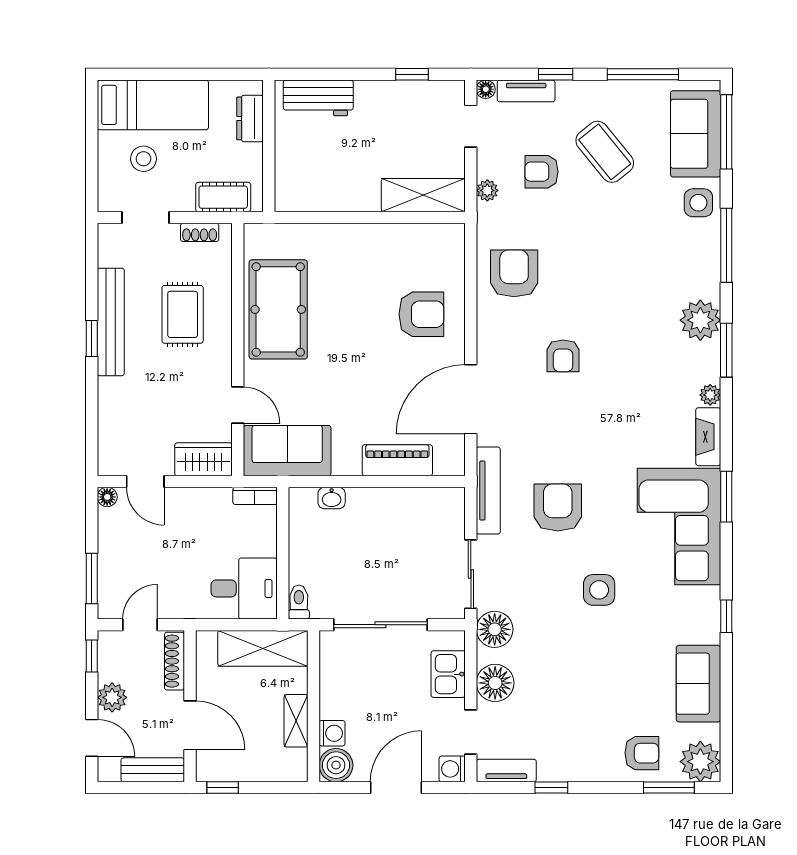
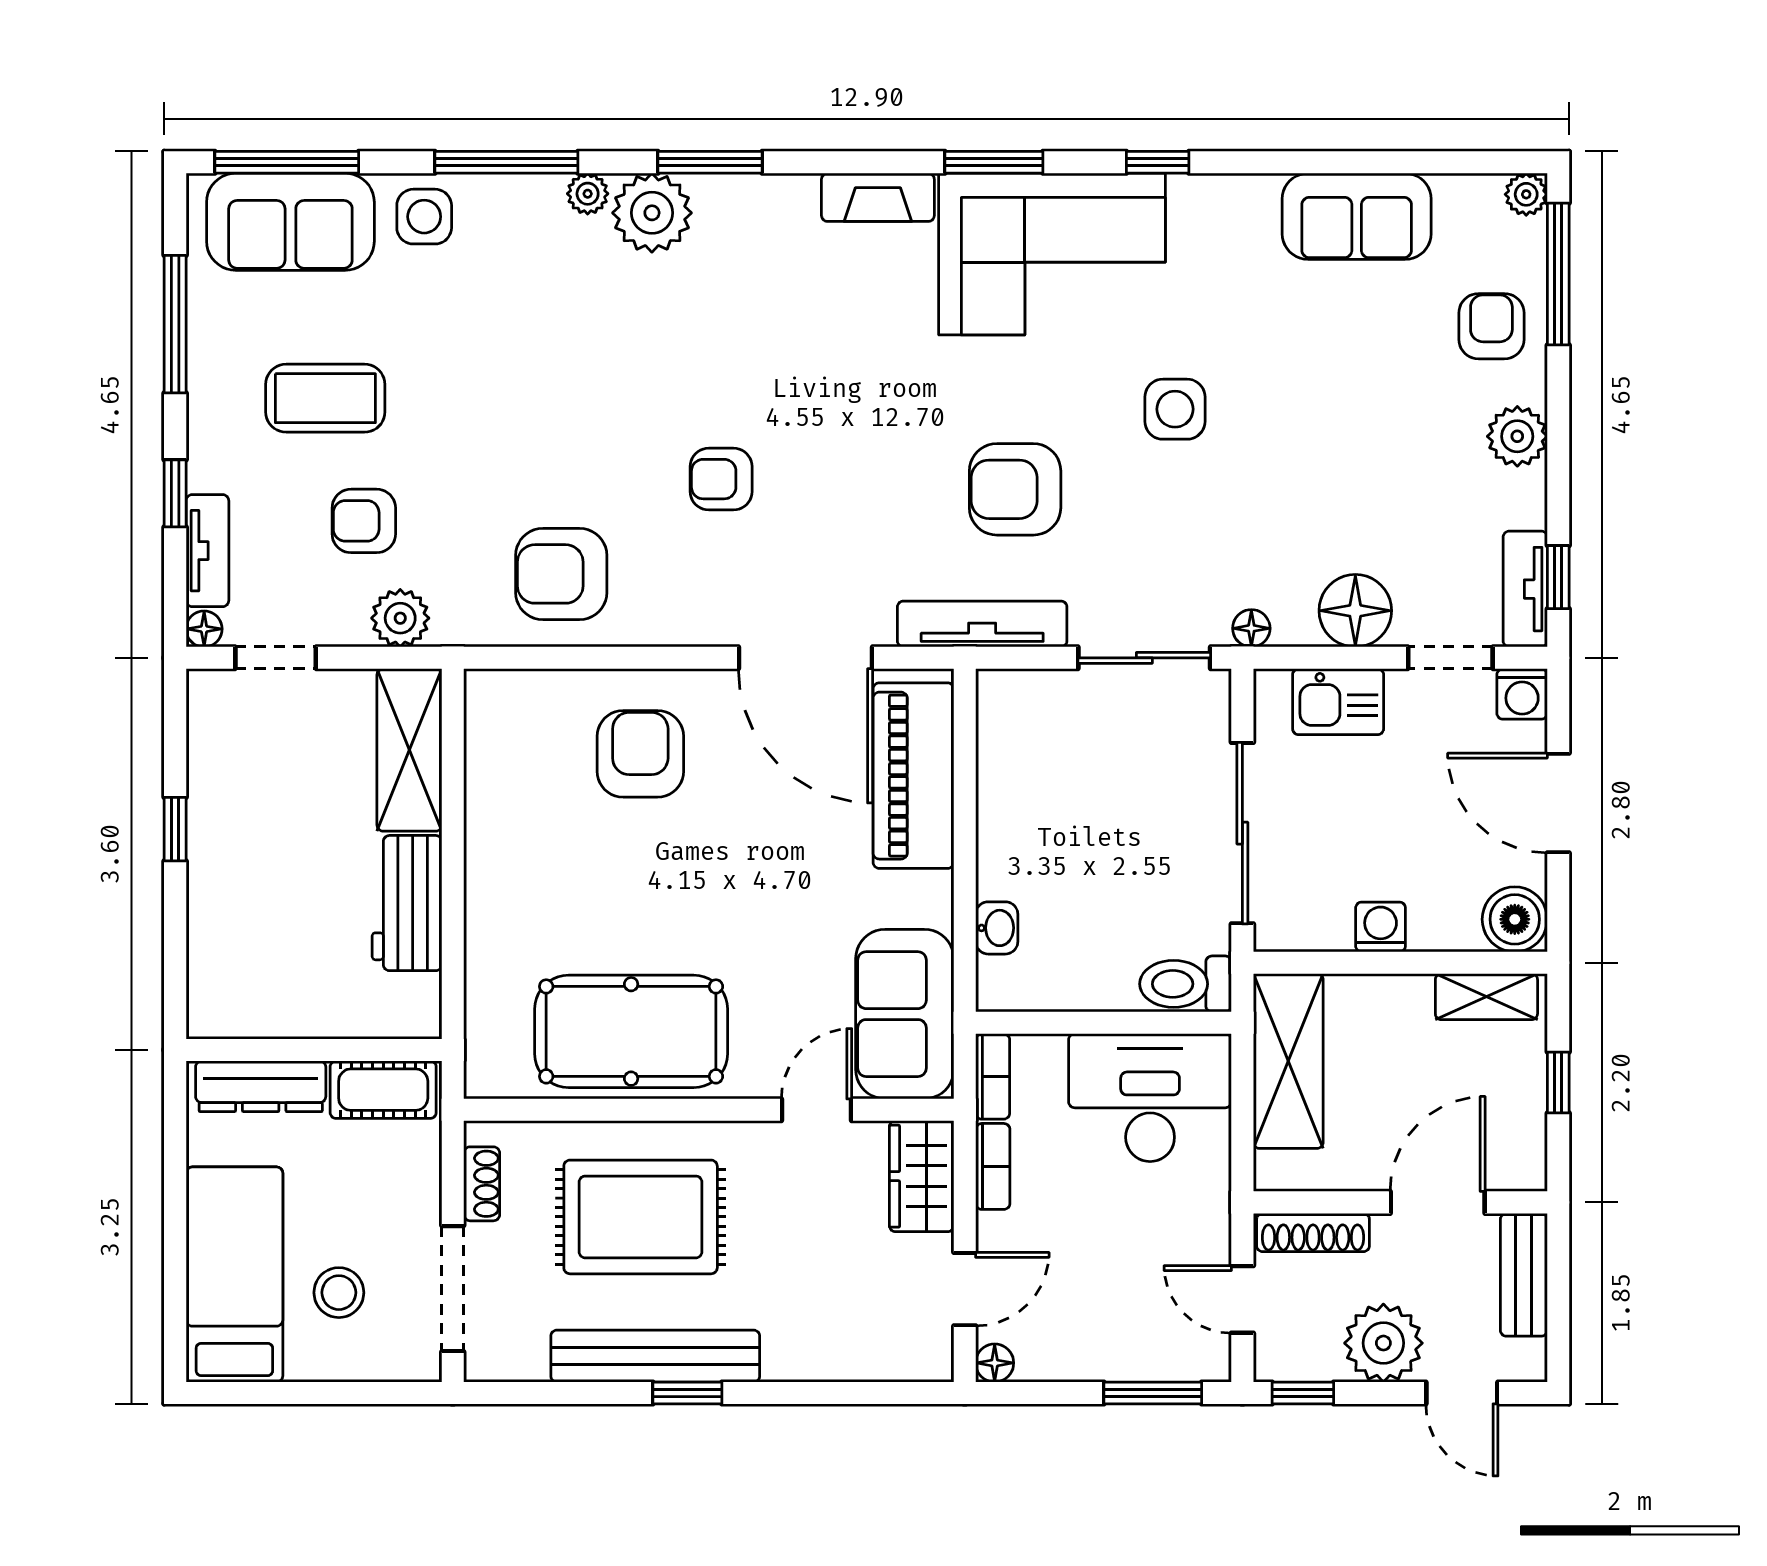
window: (412, 74) -> (175, 829), moved
workbench: (318, 98) -> (407, 903), moved, turned 180
dresser: (250, 118) -> (261, 1086), width x1.44
coffee table: (605, 152) -> (325, 398), turned 39
armchair: (541, 172) -> (364, 521), turned 90
plant: (487, 190) -> (400, 618), width x1.38, depth x1.38
cot: (223, 197) -> (383, 1090), moved, turned 90
doorway: (146, 218) -> (453, 1289), width x1.38
rug: (183, 314) -> (641, 1217), width x1.36, depth x1.43
armchair: (563, 356) -> (721, 479), turned 180
plant: (710, 395) -> (588, 194), moved
piano: (397, 460) -> (913, 776), width x1.37, depth x1.33
bookcase: (209, 496) -> (993, 1166), added
desk: (244, 588) -> (1150, 1098), width x1.37
toilet: (299, 602) -> (1186, 984), width x1.37, depth x1.39
window: (726, 616) -> (1158, 162), moved
floor lamp: (495, 629) -> (1251, 628), width x0.53, depth x0.53
plant: (112, 697) -> (1383, 1343), width x1.36, depth x1.36
shelving: (296, 721) -> (1486, 997), moved
washing machine: (332, 733) -> (1381, 927), moved
door: (92, 738) -> (1462, 1393), swing flipped
plant: (700, 762) -> (1526, 194), width x0.53, depth x0.53
plant: (585, 766) -> (1517, 436), added
window: (223, 788) -> (1558, 1083), moved
window: (551, 788) -> (1558, 577), moved
window: (669, 788) -> (1558, 274), width x1.44

